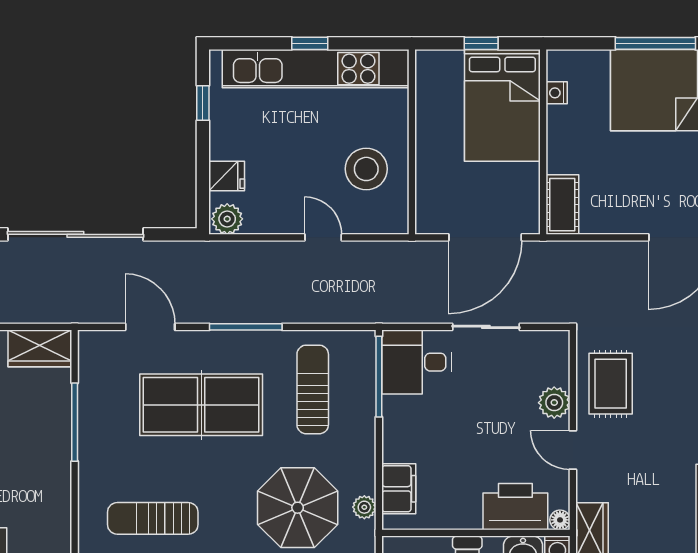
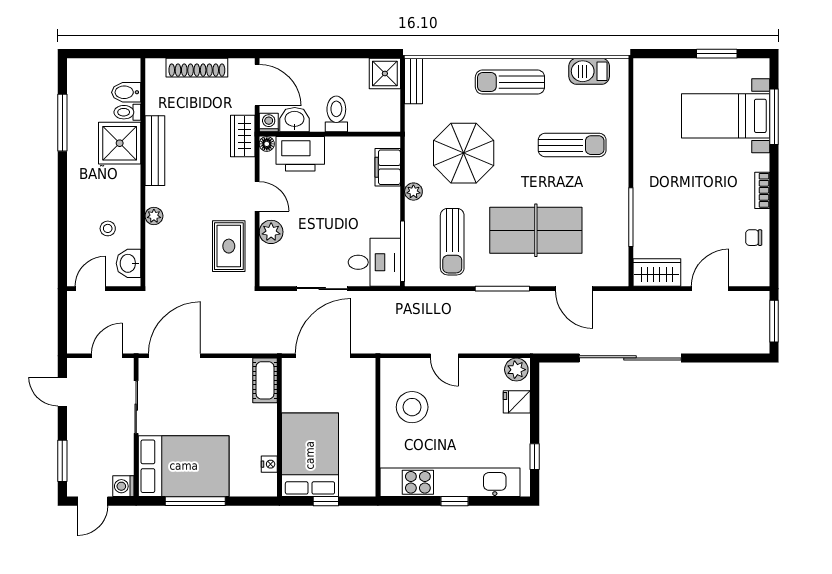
plant: (364, 507) -> (413, 192), moved

